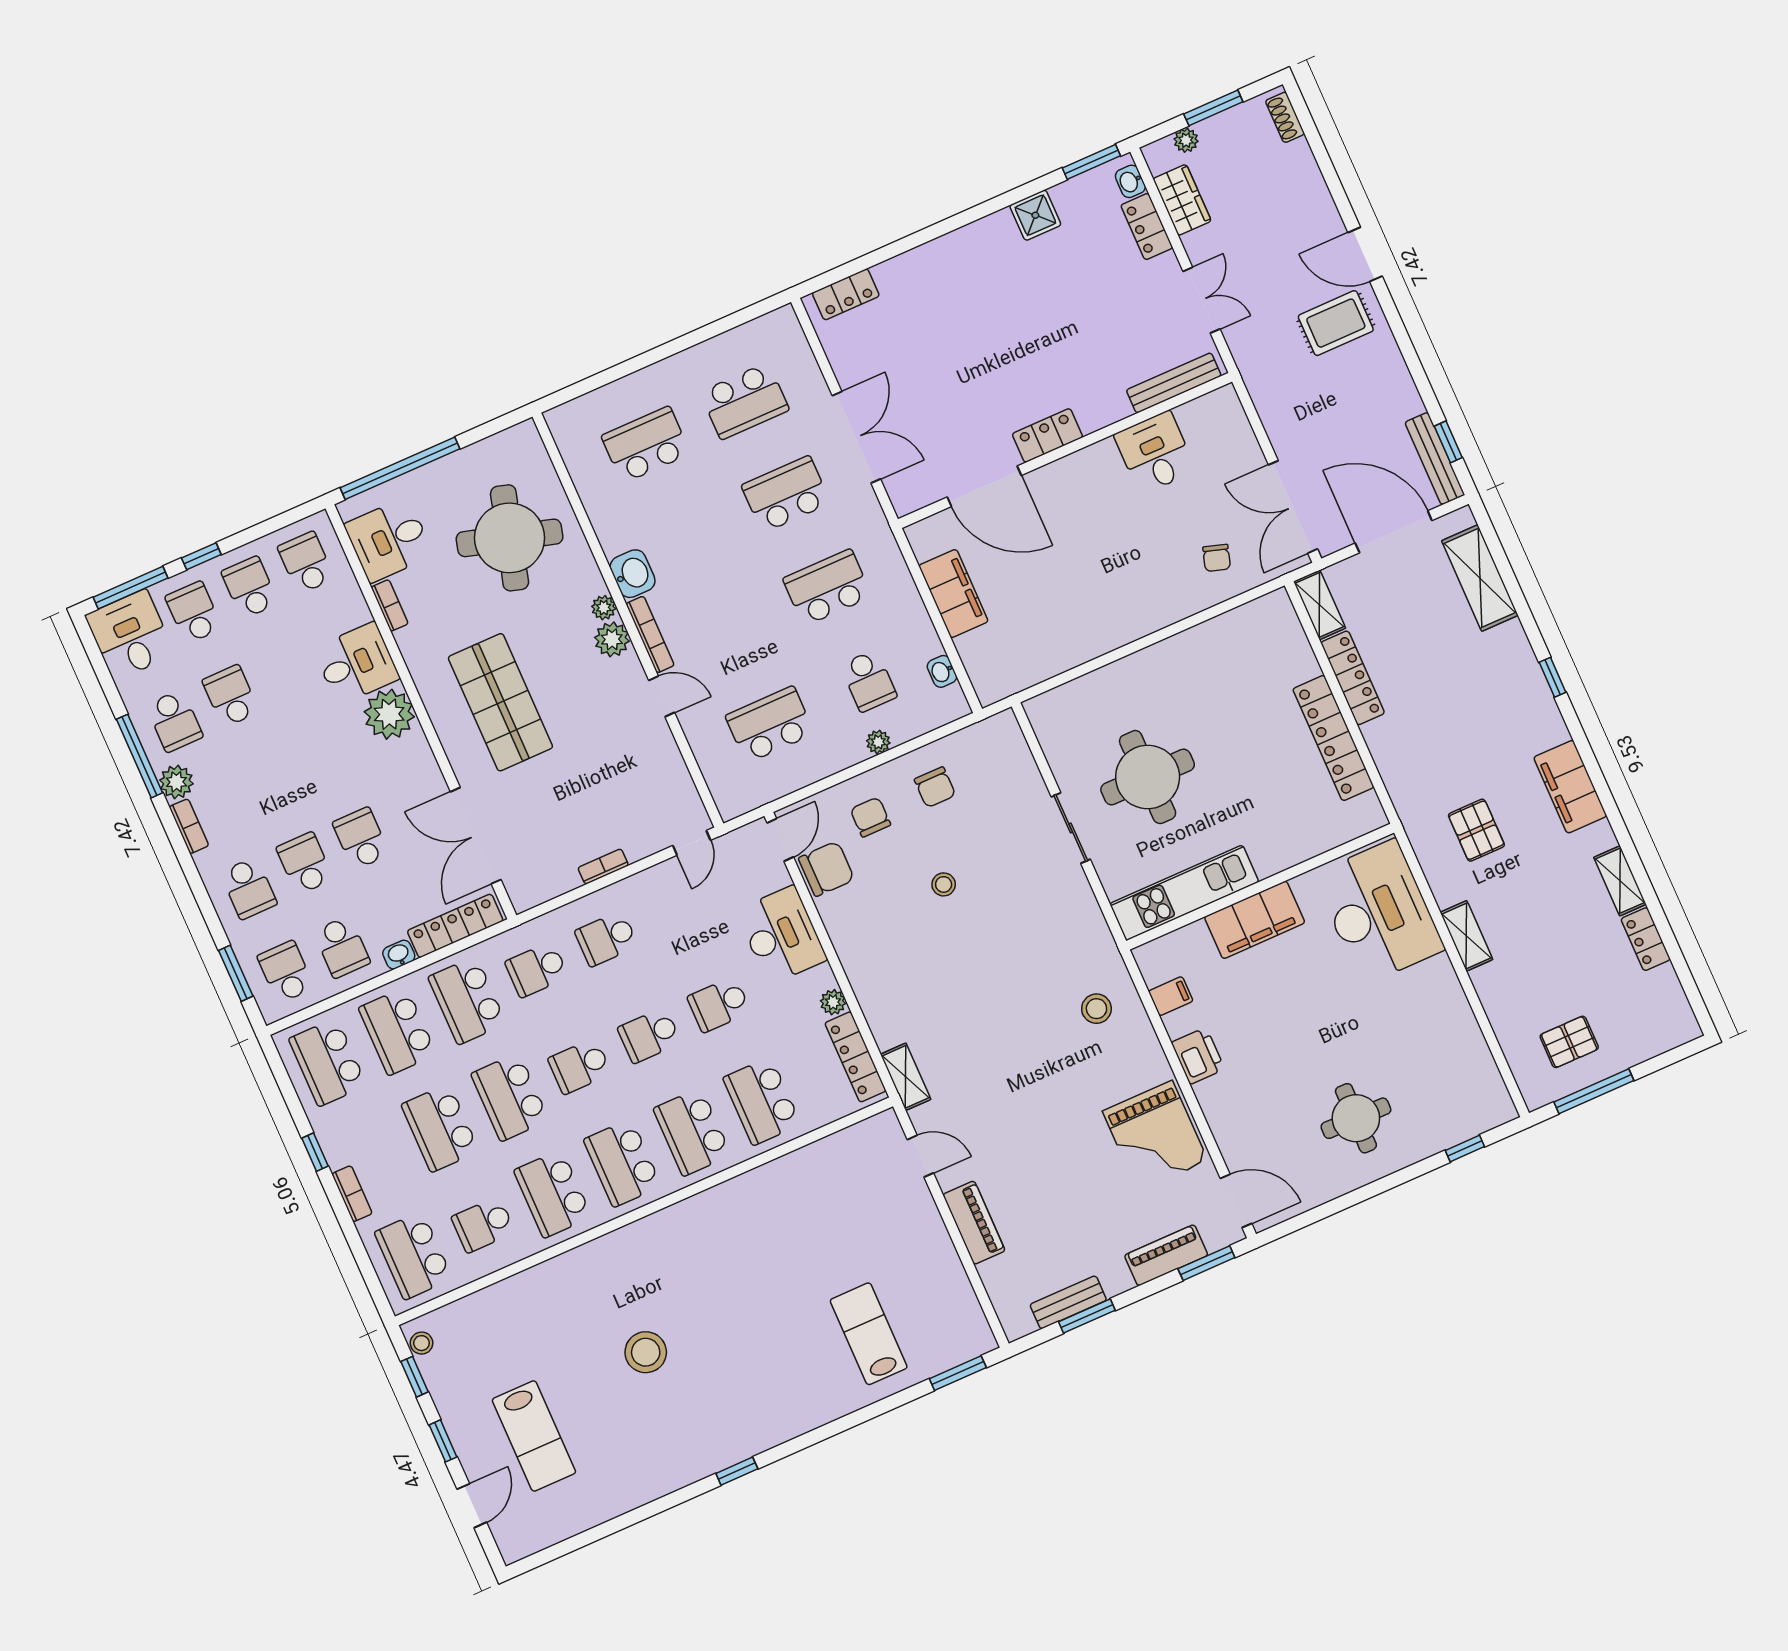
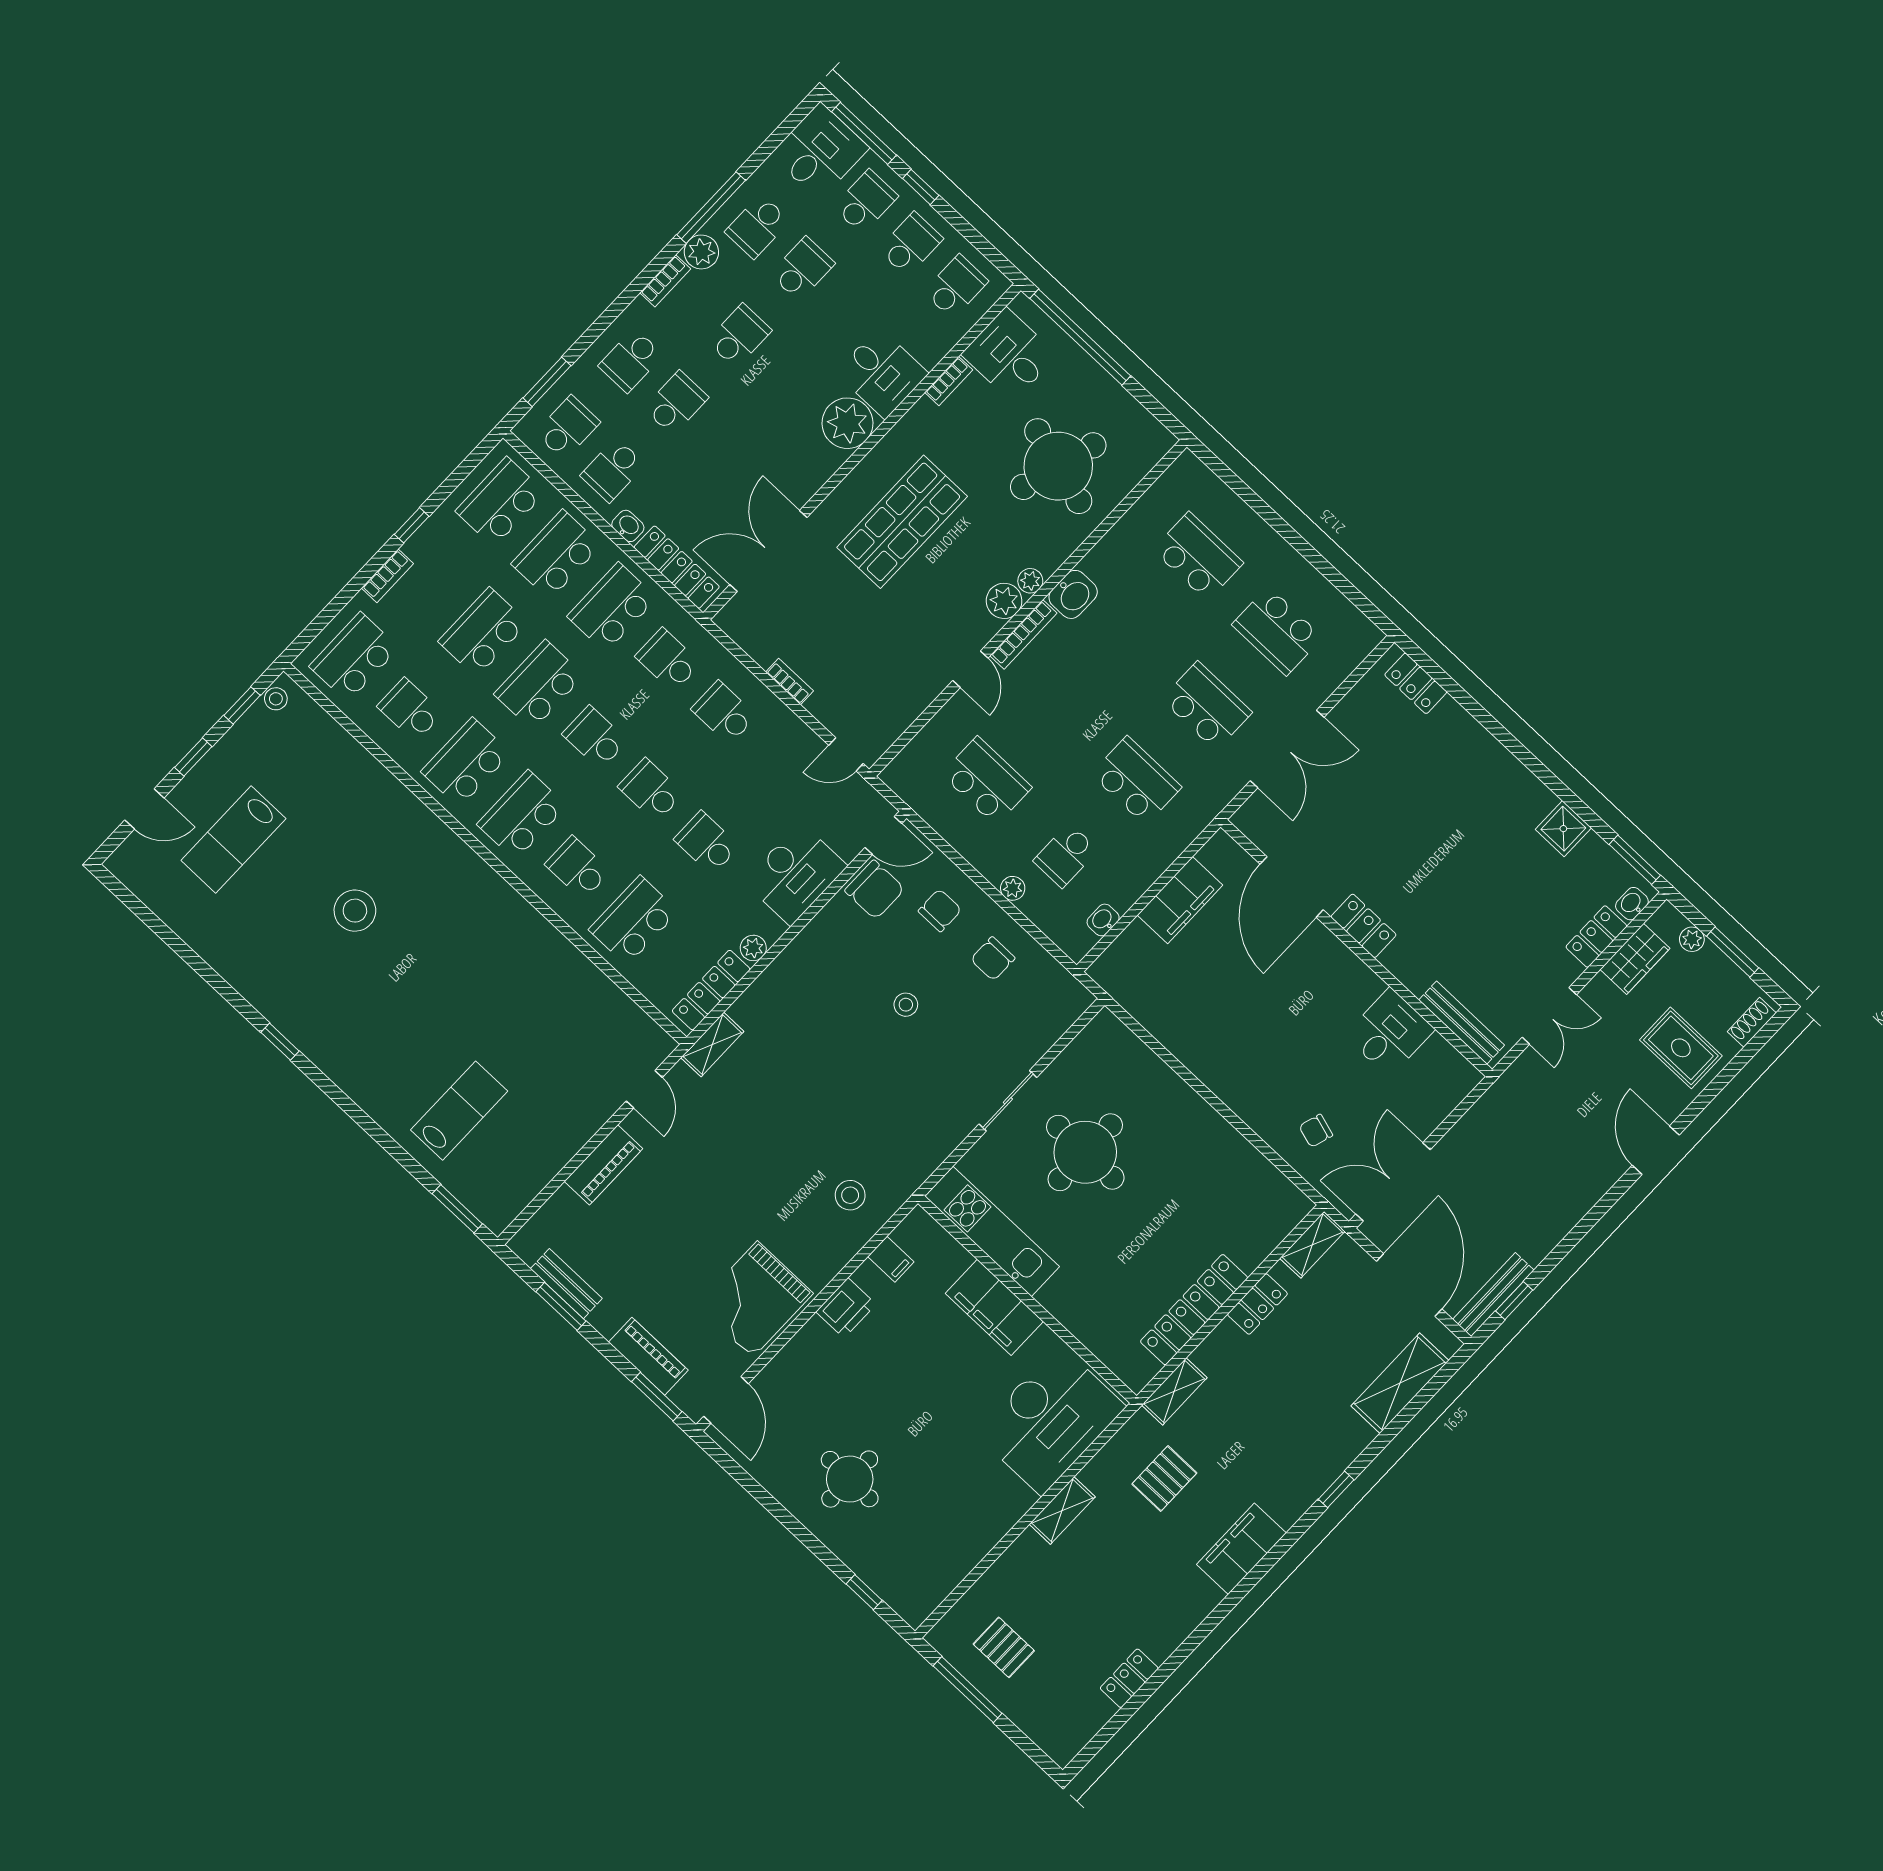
rug: (1336, 323) -> (1681, 1048), moved
locker: (1353, 678) -> (1257, 1304), width x0.66
school desk: (361, 838) -> (739, 336), moved
shelving: (1620, 881) -> (1174, 1391), moved
school desk: (692, 1132) -> (578, 868), width x0.54

